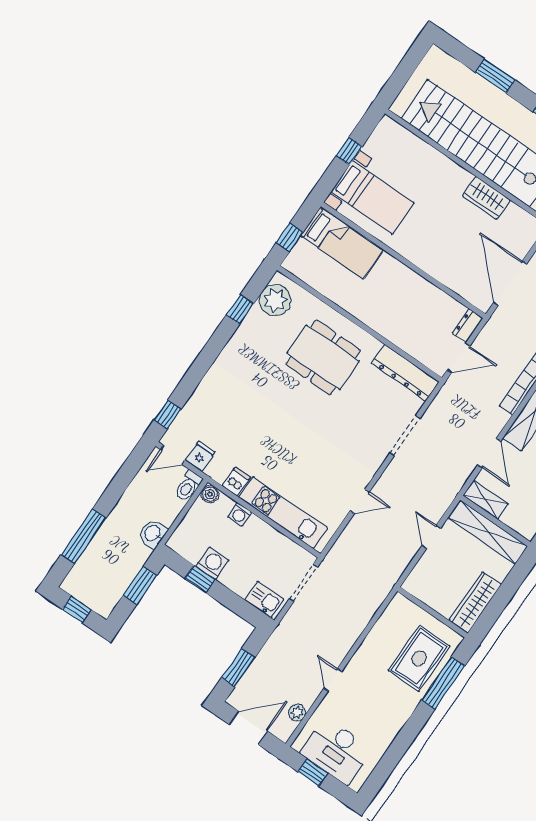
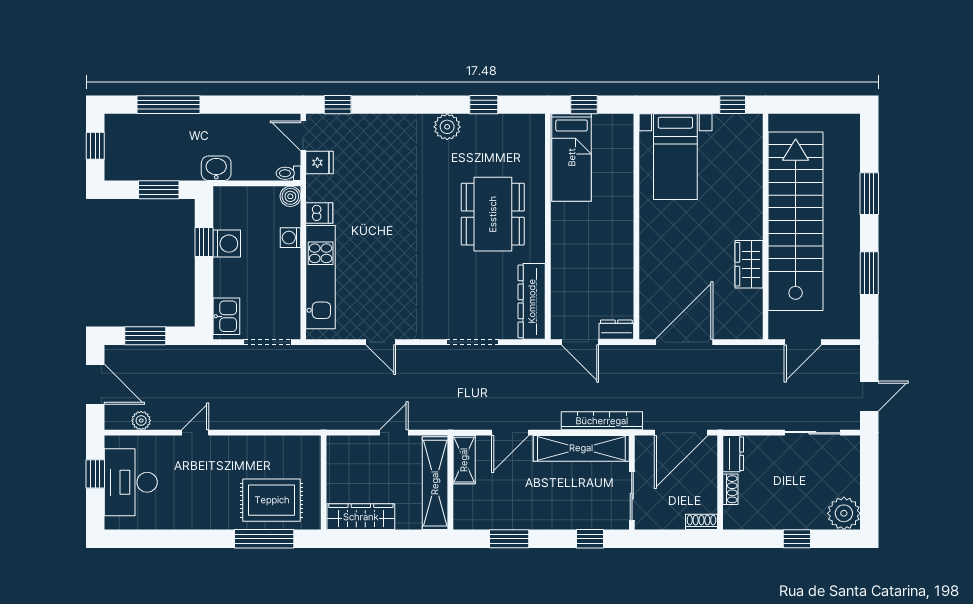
window: (349, 151) -> (733, 105), moved
bed: (342, 243) -> (572, 157), moved
plant: (275, 300) -> (447, 127), moved, width x0.73, depth x0.73
toilet: (188, 486) -> (288, 173), width x0.73, depth x0.72

